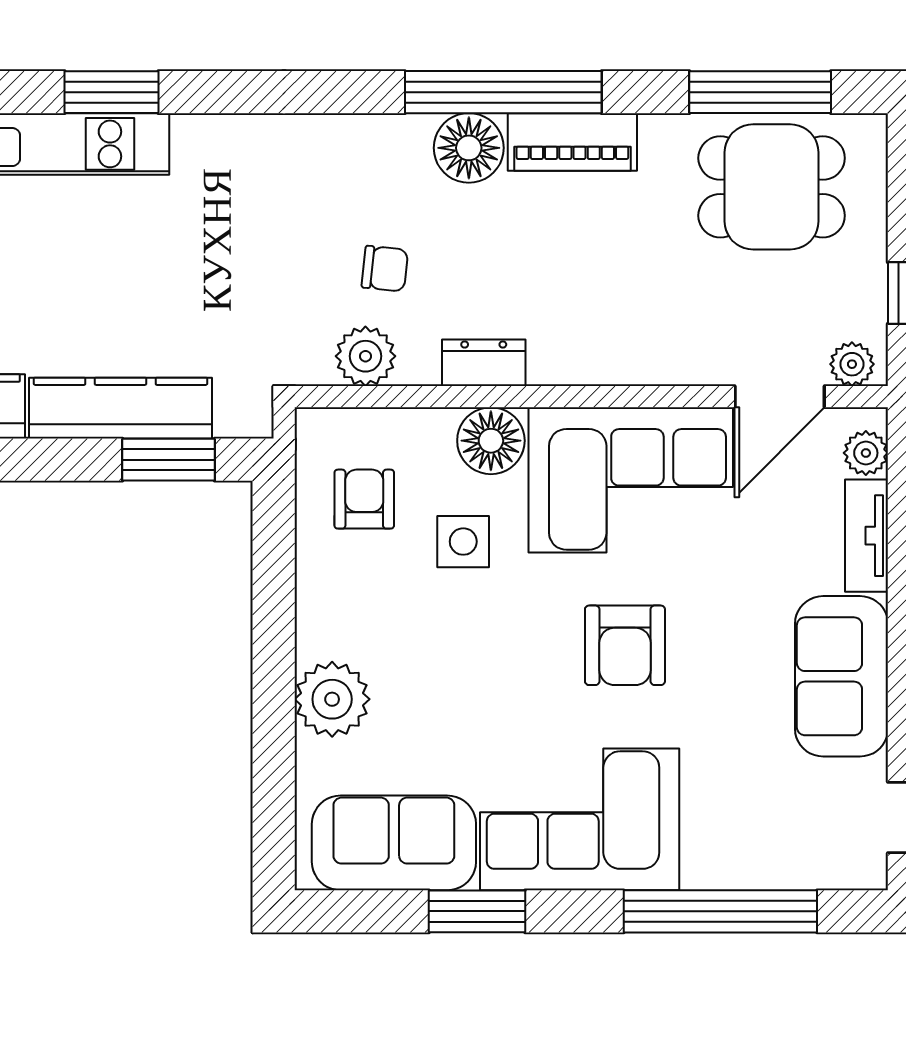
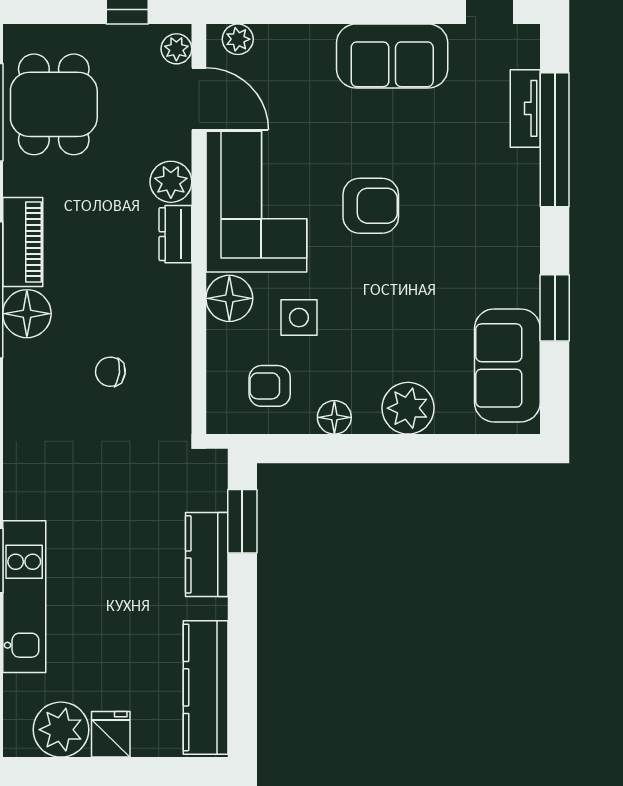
chair: (385, 269) -> (110, 372), turned -89
plant: (365, 356) -> (171, 182), moved
dresser: (484, 363) -> (175, 234), moved
kitchen counter: (121, 408) -> (207, 554), width x0.67
tv unit: (866, 536) -> (525, 108), moved, turned 90
floor lamp: (319, 593) -> (334, 417), added
corner sofa: (580, 819) -> (491, 237), removed

